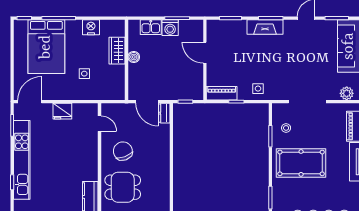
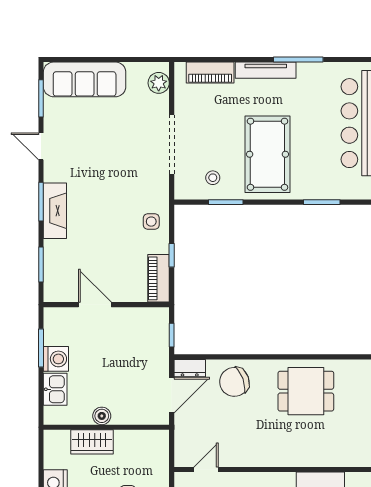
door: (205, 53) -> (95, 305), swing flipped
chair: (123, 151) -> (234, 382), moved
dining table: (123, 187) -> (306, 391), moved, turned 90

